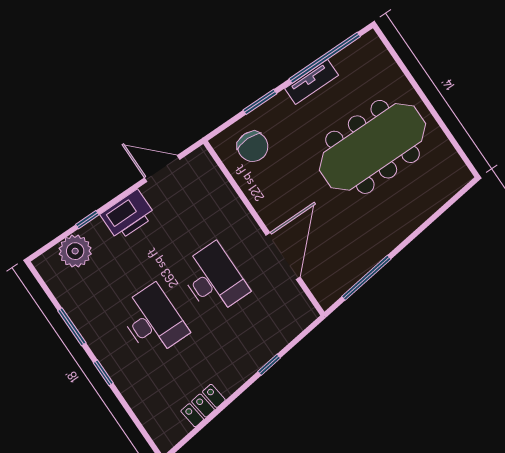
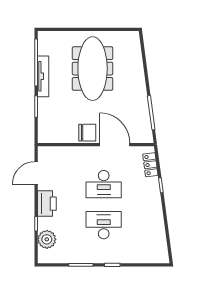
tv unit: (312, 82) -> (43, 76), width x1.41
chair: (253, 147) -> (87, 133), moved
desk: (214, 279) -> (104, 184), turned 180
locker: (203, 406) -> (150, 165), moved

